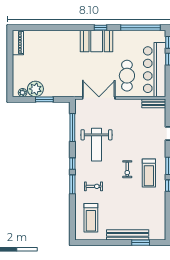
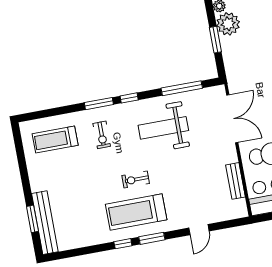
bench: (154, 103) -> (235, 181), moved
treadmill: (149, 173) -> (136, 212), width x1.37, depth x1.38
bench: (128, 235) -> (45, 223), moved

